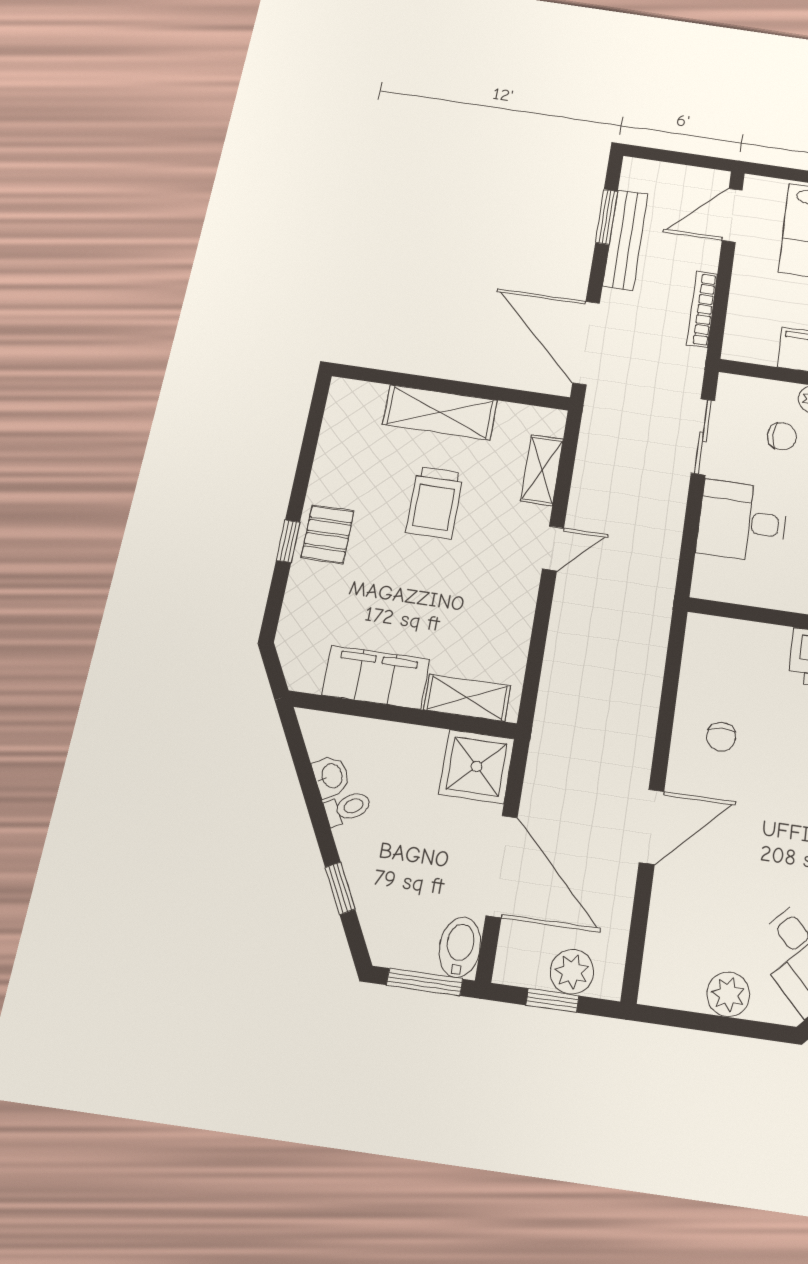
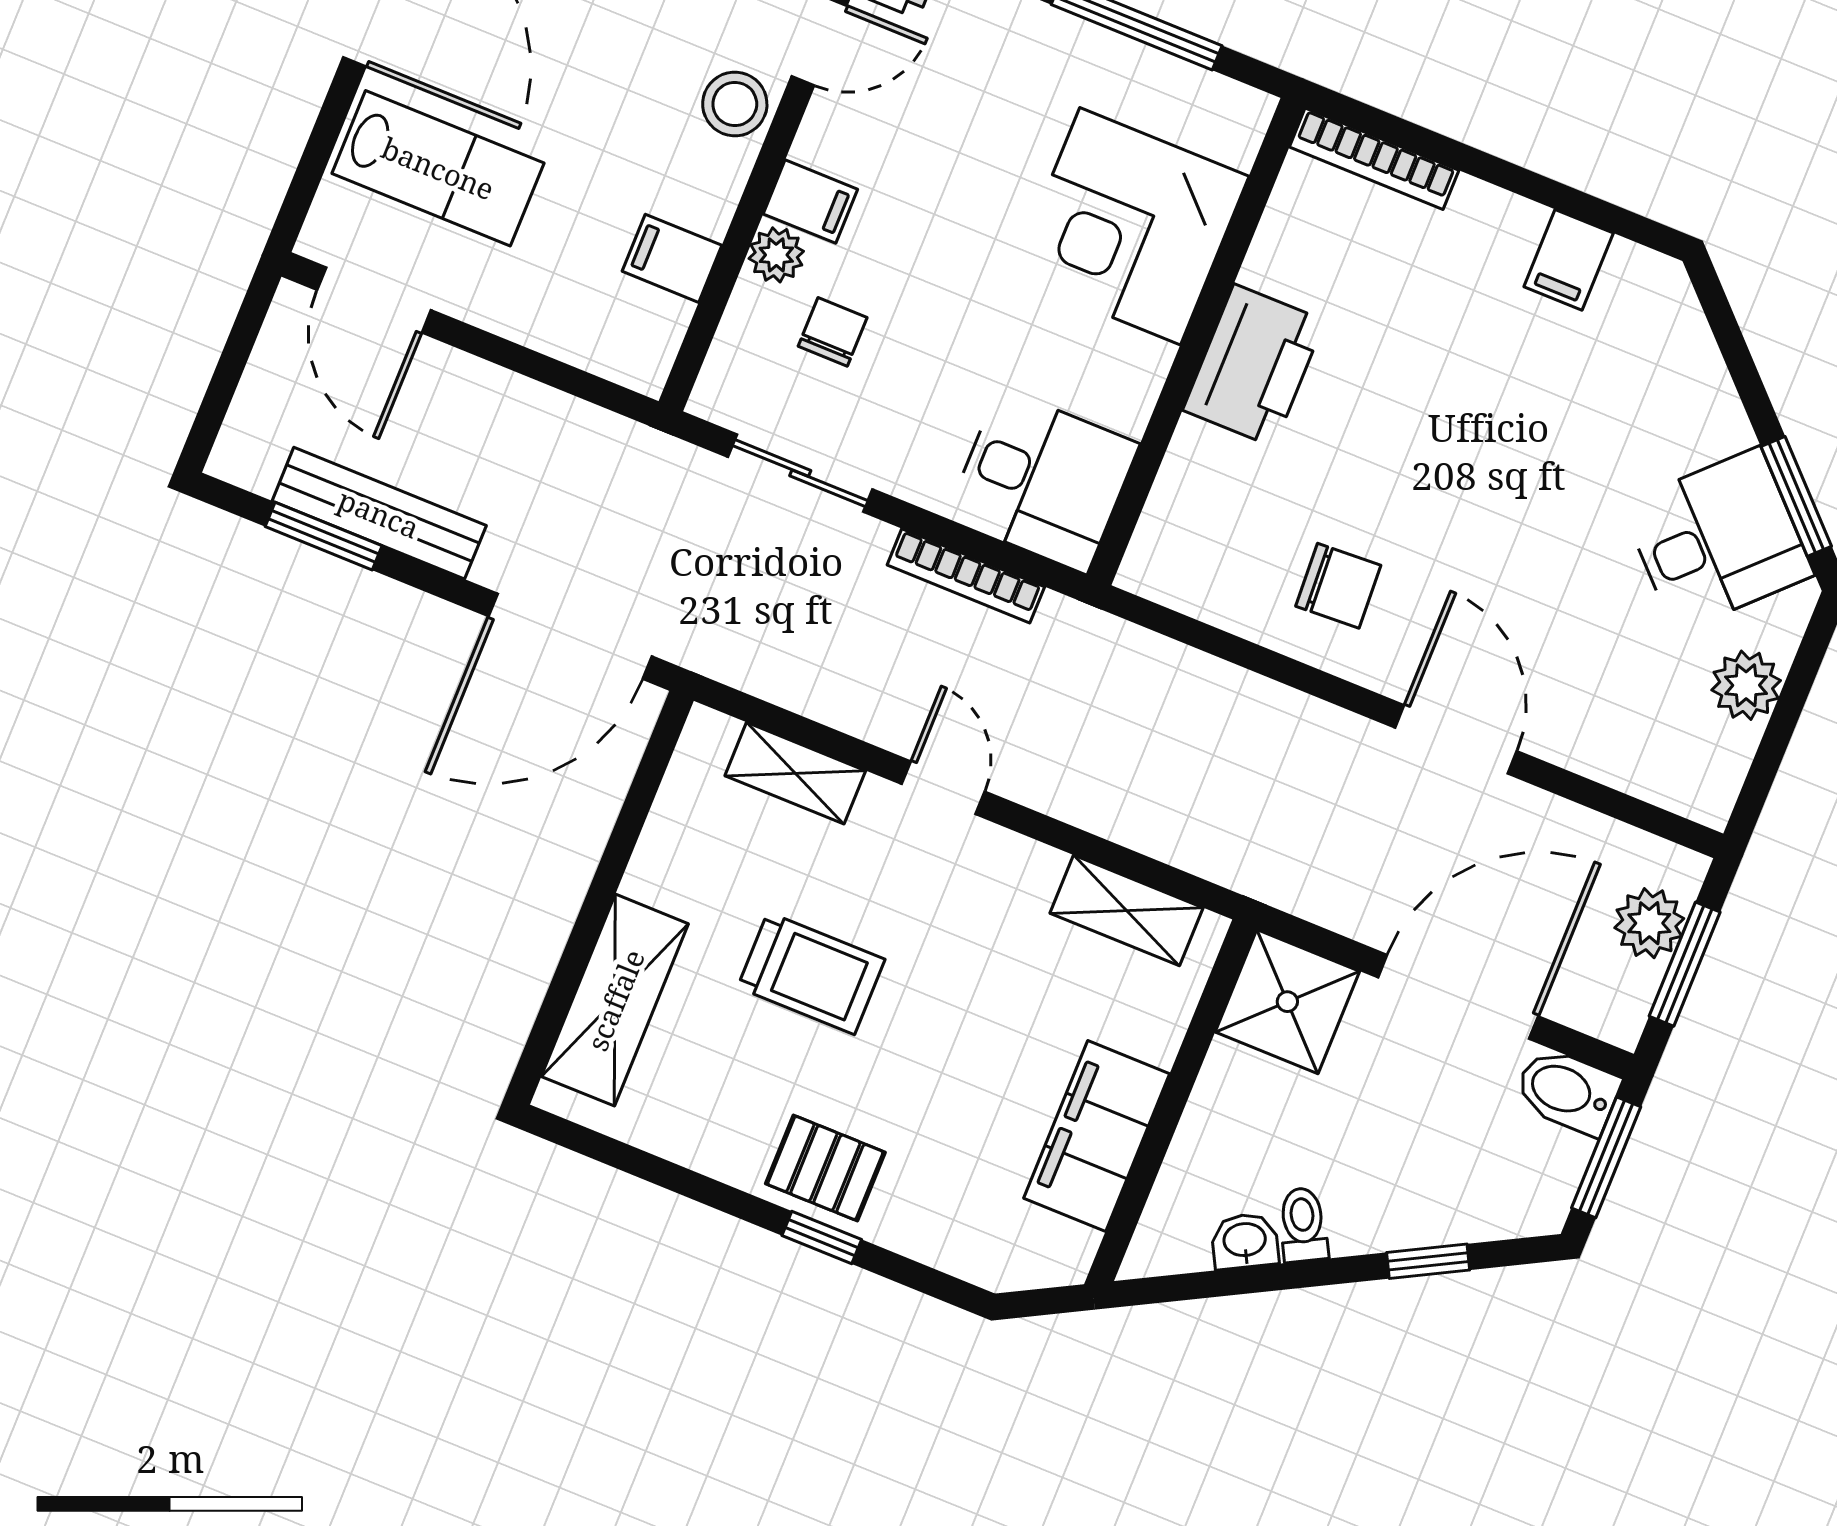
bookcase: (702, 309) -> (966, 576), moved
shelving: (440, 412) -> (615, 1000), moved
desk: (742, 521) -> (1043, 481), moved, turned -90
shelving: (467, 698) -> (1127, 910), moved, turned 90
chair: (721, 737) -> (1338, 586), width x1.37, depth x1.37
window: (552, 1000) -> (1685, 964), width x1.50

